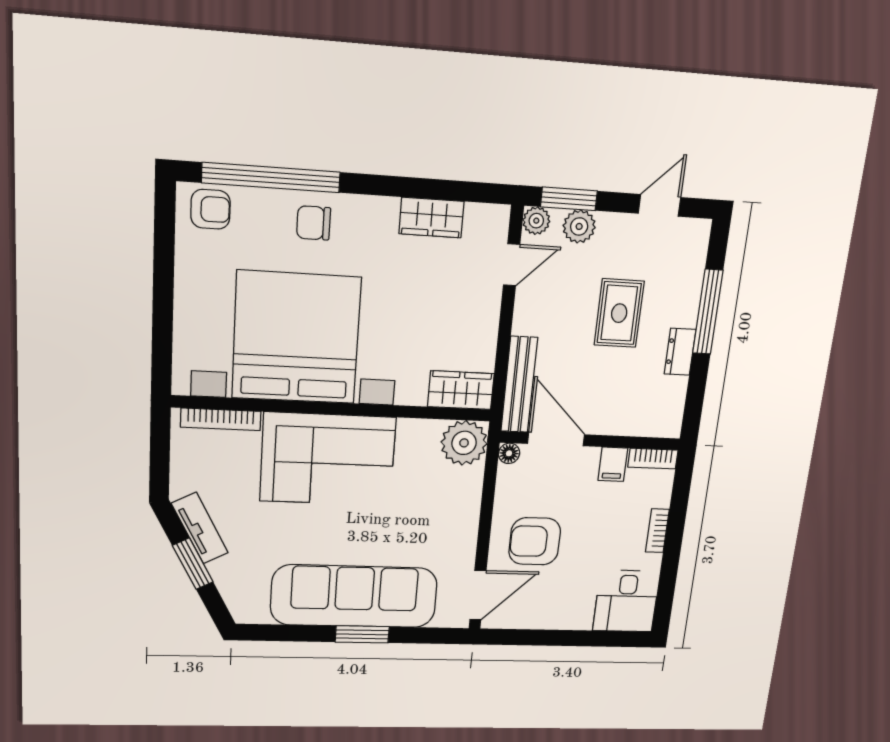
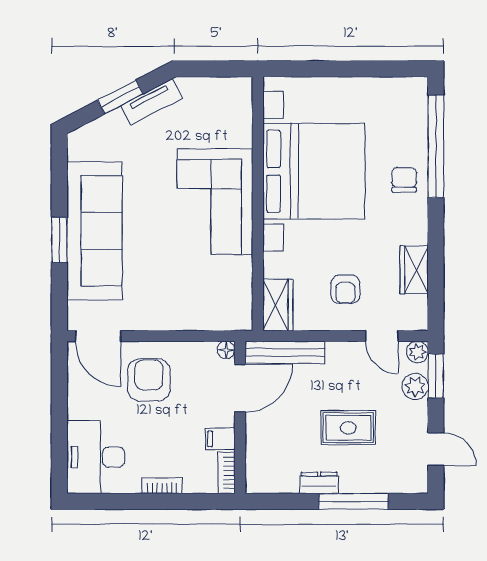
armchair: (210, 209) -> (345, 289), moved
bookcase: (221, 419) -> (245, 115), removed
plant: (464, 443) -> (233, 312), removed
desk: (626, 601) -> (96, 457), width x1.37

